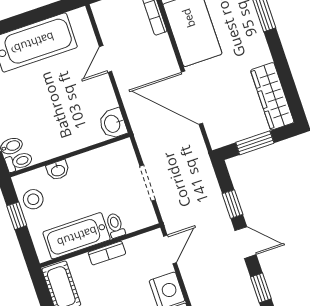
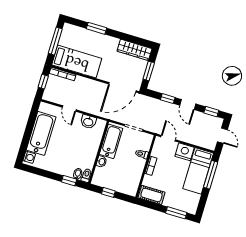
door: (192, 98) -> (122, 87), moved
washbasin: (113, 124) -> (88, 122), moved
stool: (33, 199) -> (106, 181), removed
bathtub: (77, 236) -> (111, 141), moved, turned 180
door: (246, 243) -> (188, 105), swing flipped

